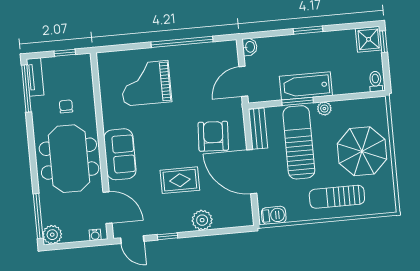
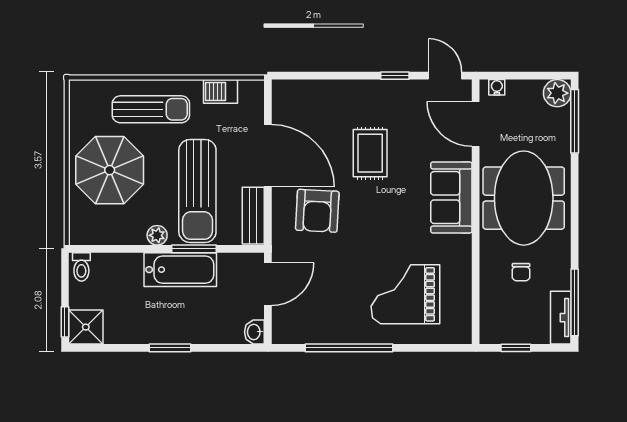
grand piano: (146, 83) -> (405, 294), turned 180
rug: (180, 180) -> (370, 153), turned 90
barbecue: (274, 215) -> (221, 91), moved
plant: (202, 220) -> (344, 94), removed

